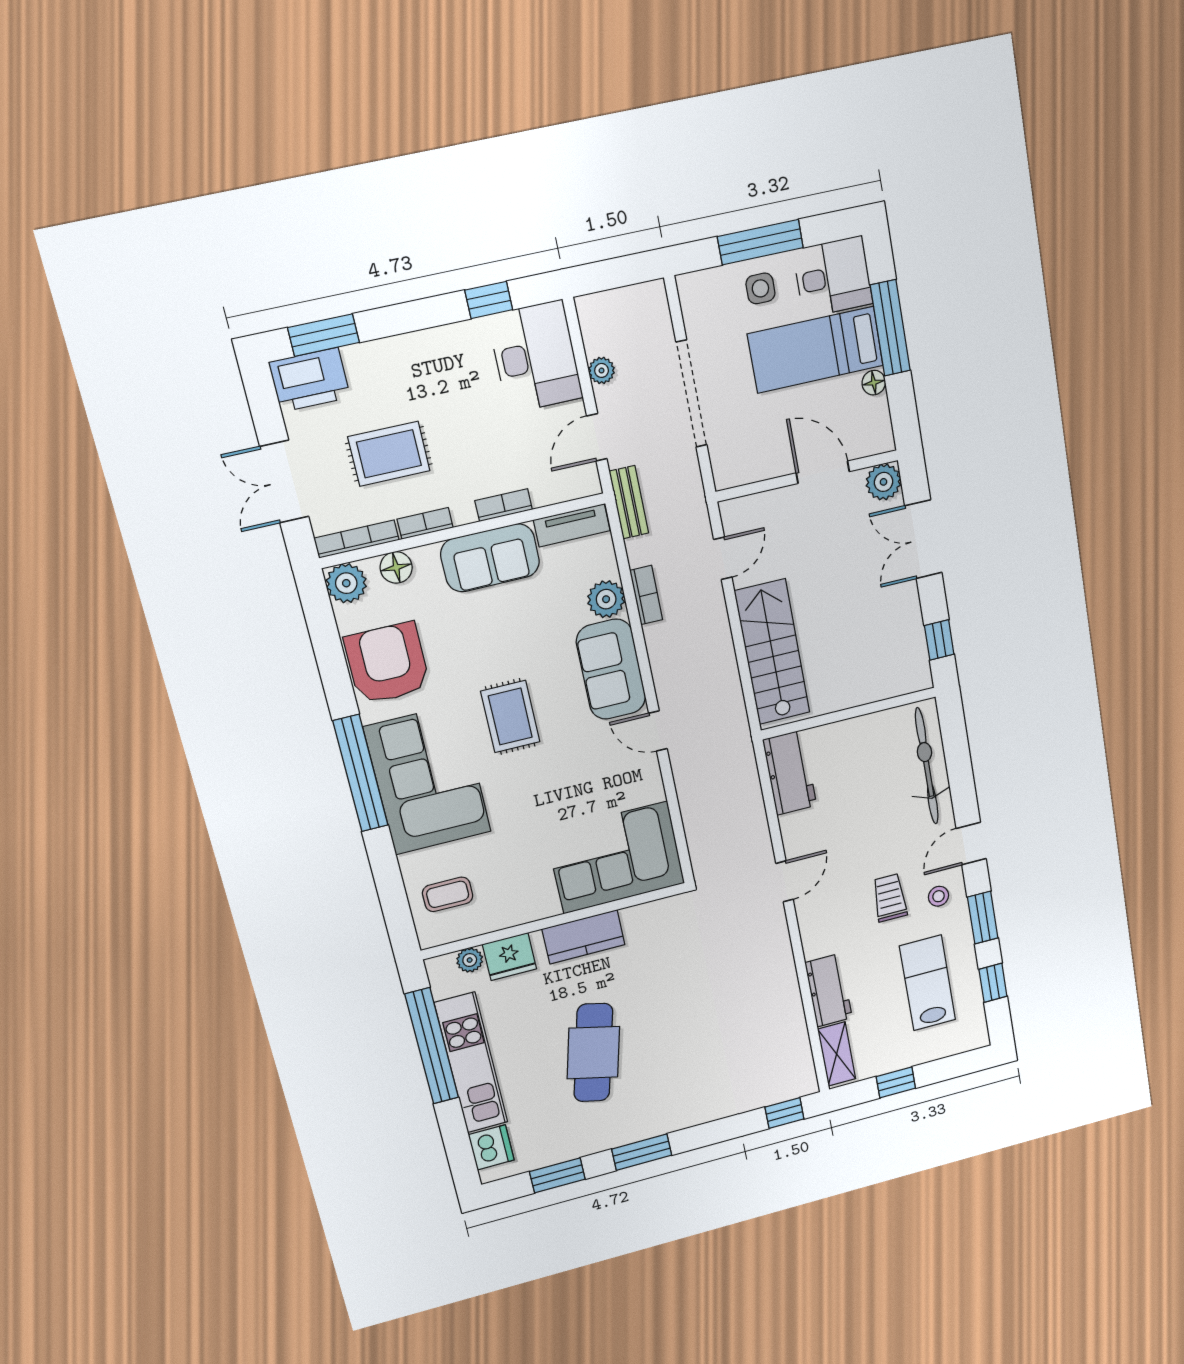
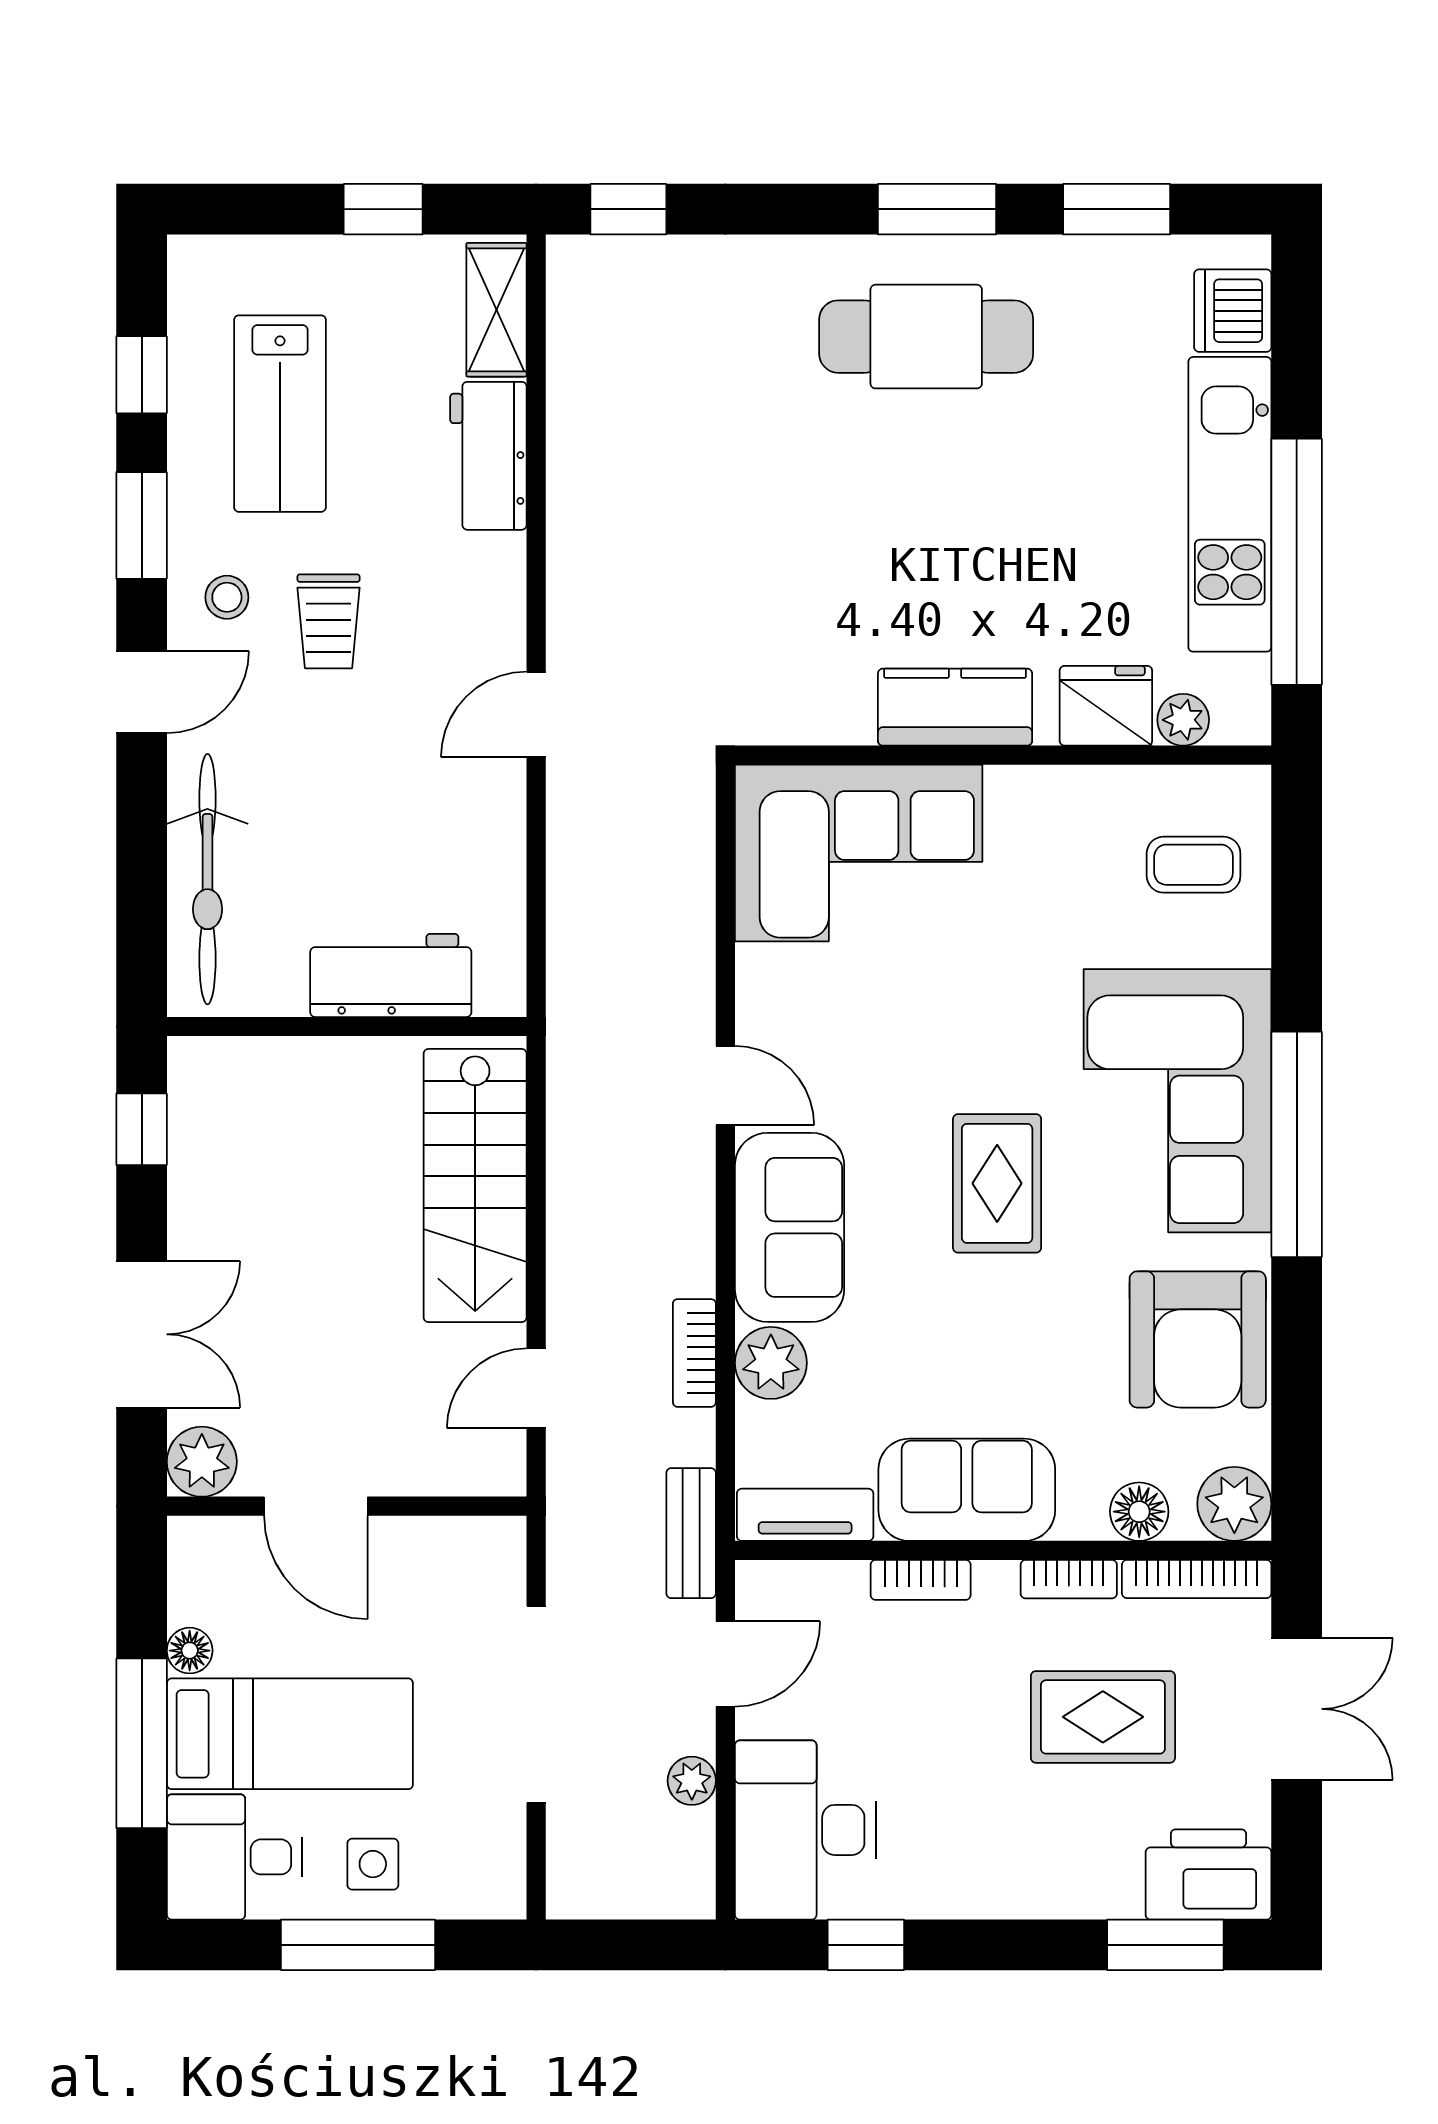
workbench: (790, 773) -> (391, 975), moved, turned 90
cafe table: (593, 1053) -> (926, 337), moved, turned 76

